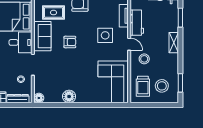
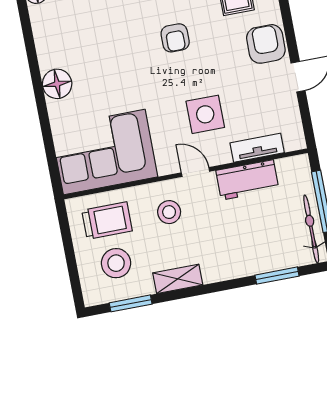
shelving: (174, 43) -> (178, 279), moved
door: (129, 44) -> (195, 172), swing flipped
trolley: (143, 86) -> (107, 221), turned 180
floor lamp: (69, 96) -> (57, 84), moved

